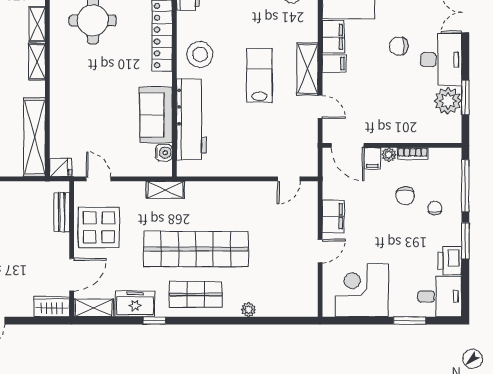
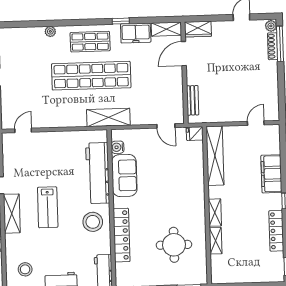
shelving: (165, 190) -> (108, 117), width x1.50, depth x1.33
display table: (99, 227) -> (164, 90), removed

